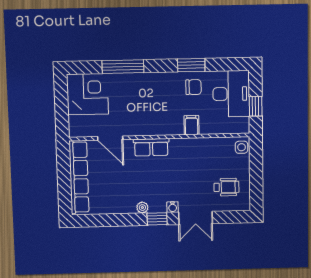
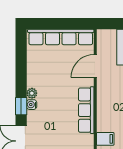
row of seats: (151, 147) -> (86, 110), width x1.48
water cooler: (173, 207) -> (32, 105), moved

